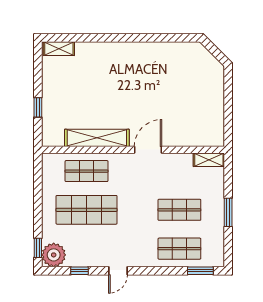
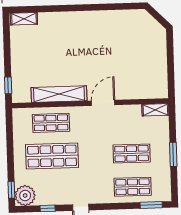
window: (38, 107) -> (8, 85), moved

